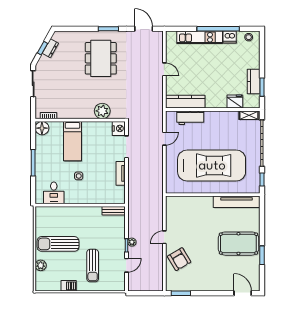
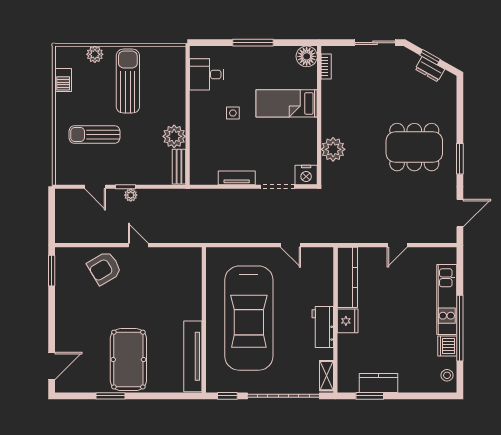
fridge: (235, 102) -> (348, 321), moved
workbench: (190, 118) -> (323, 327), moved
plant: (94, 214) -> (174, 136), added
barbecue: (69, 286) -> (63, 80), moved

